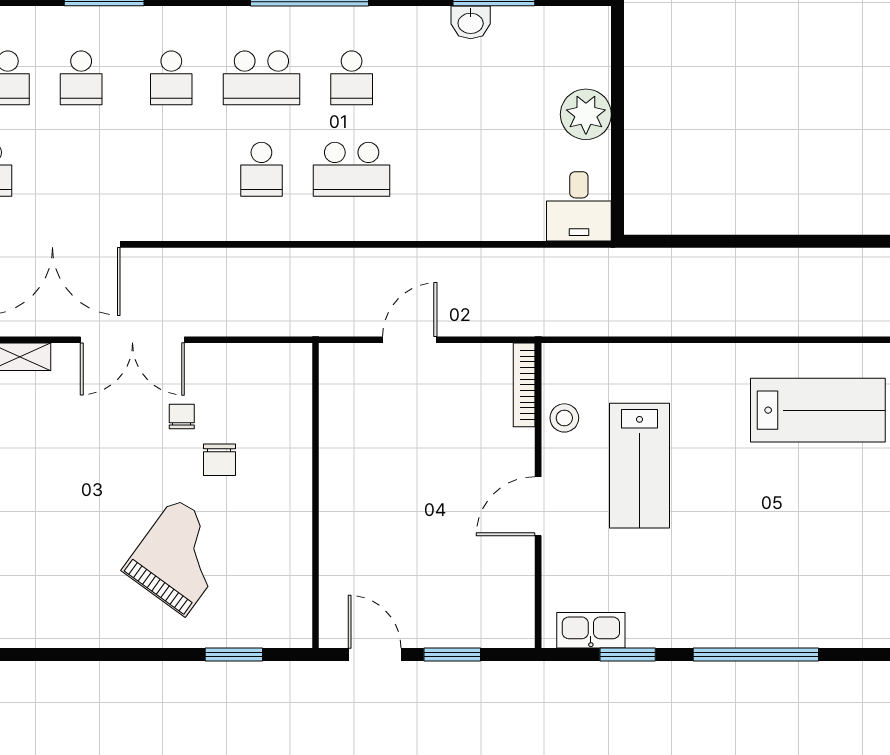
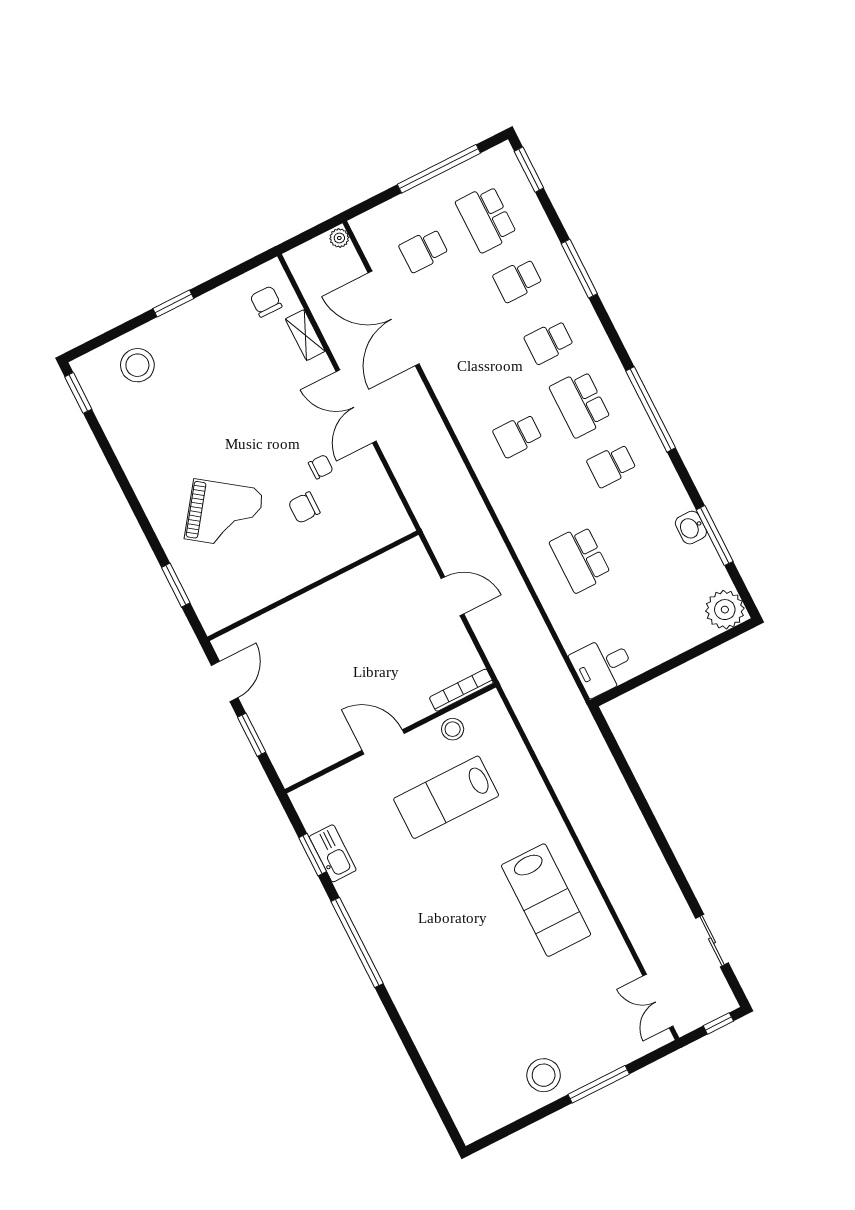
plant: (586, 114) -> (725, 610), moved
school desk: (352, 169) -> (580, 559), moved
kitchen sink: (591, 630) -> (333, 853), moved

